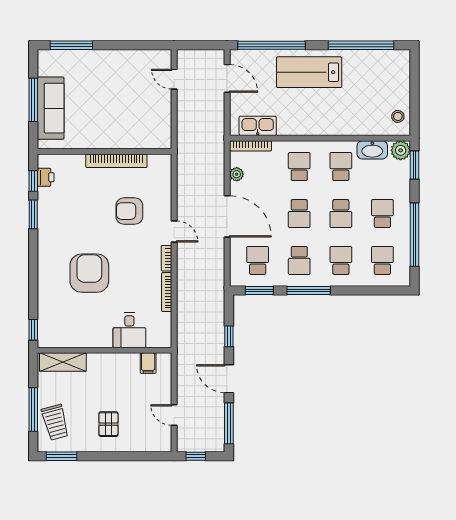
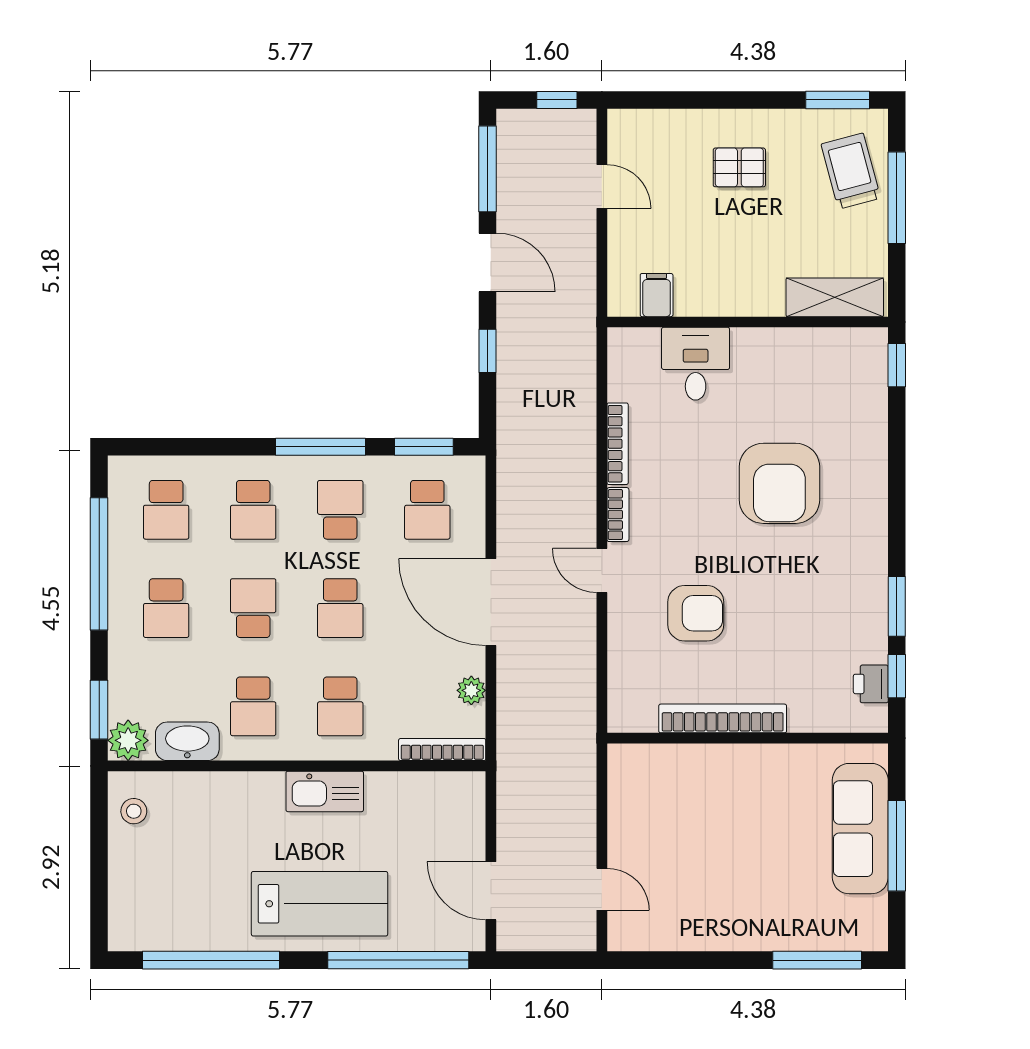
kitchen sink: (258, 126) -> (325, 791), moved
school desk: (299, 214) -> (340, 608), turned 180
pallet: (108, 424) -> (739, 167), turned 90

